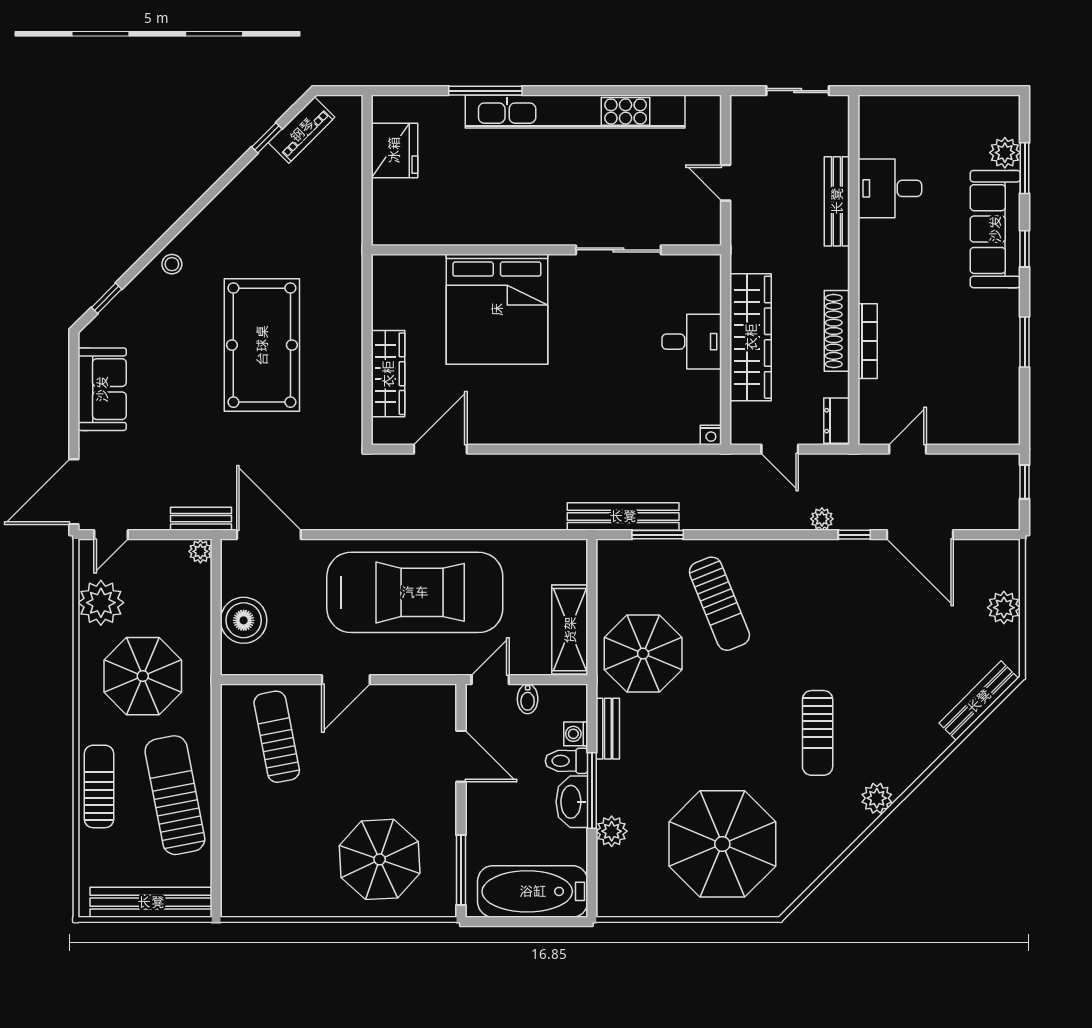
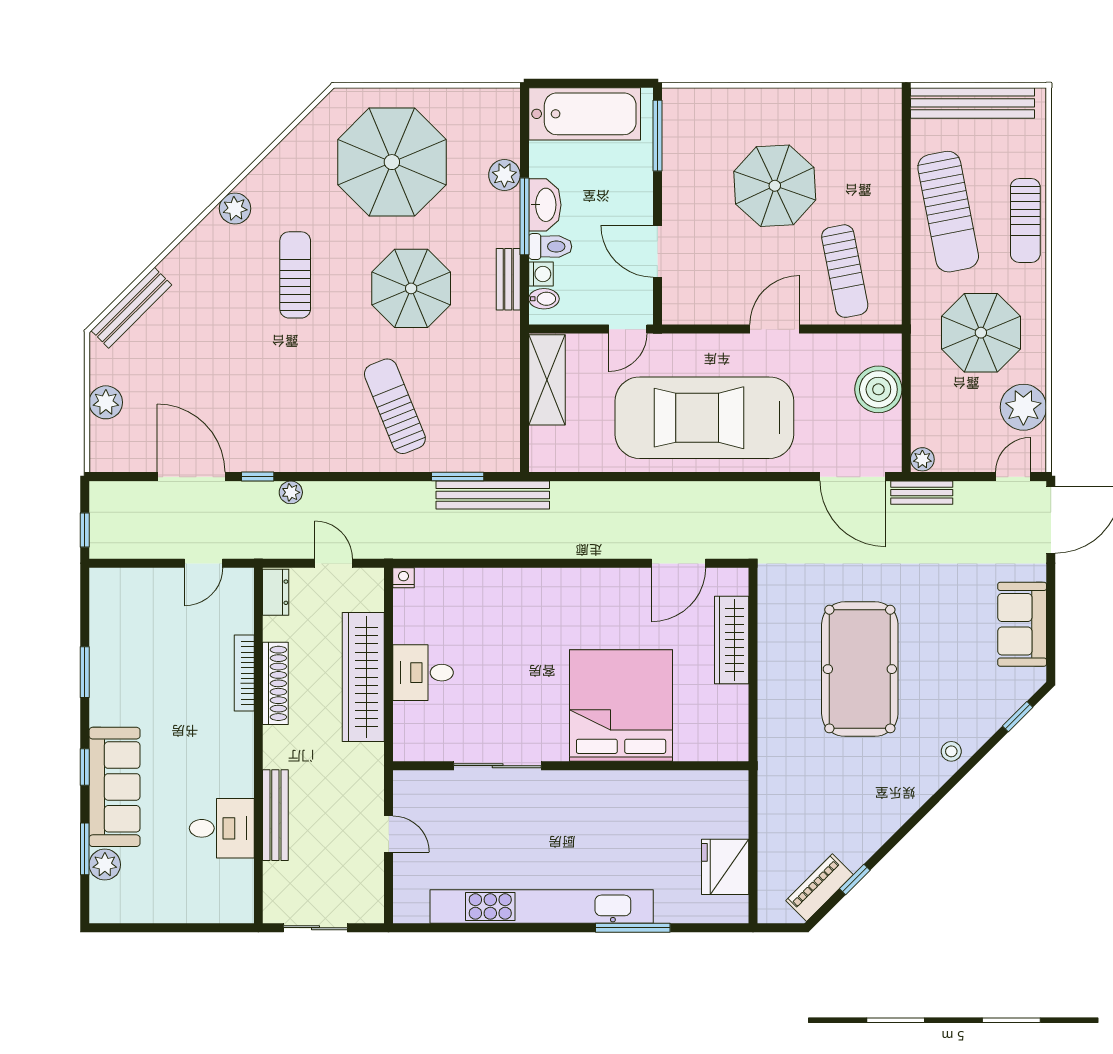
parasol: (643, 654) -> (411, 288), moved
bidet: (528, 699) -> (544, 299), moved, turned 90
parasol: (380, 859) -> (775, 186), moved

